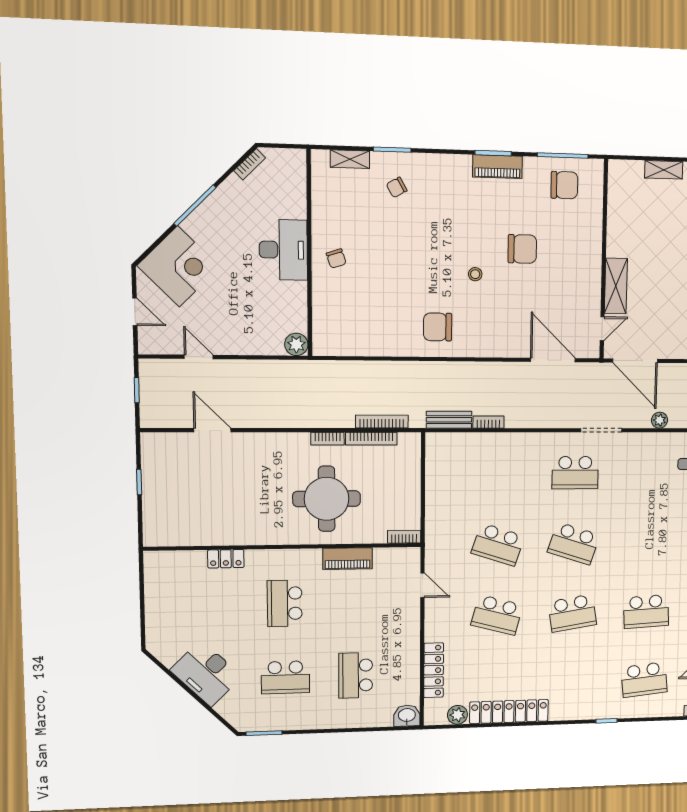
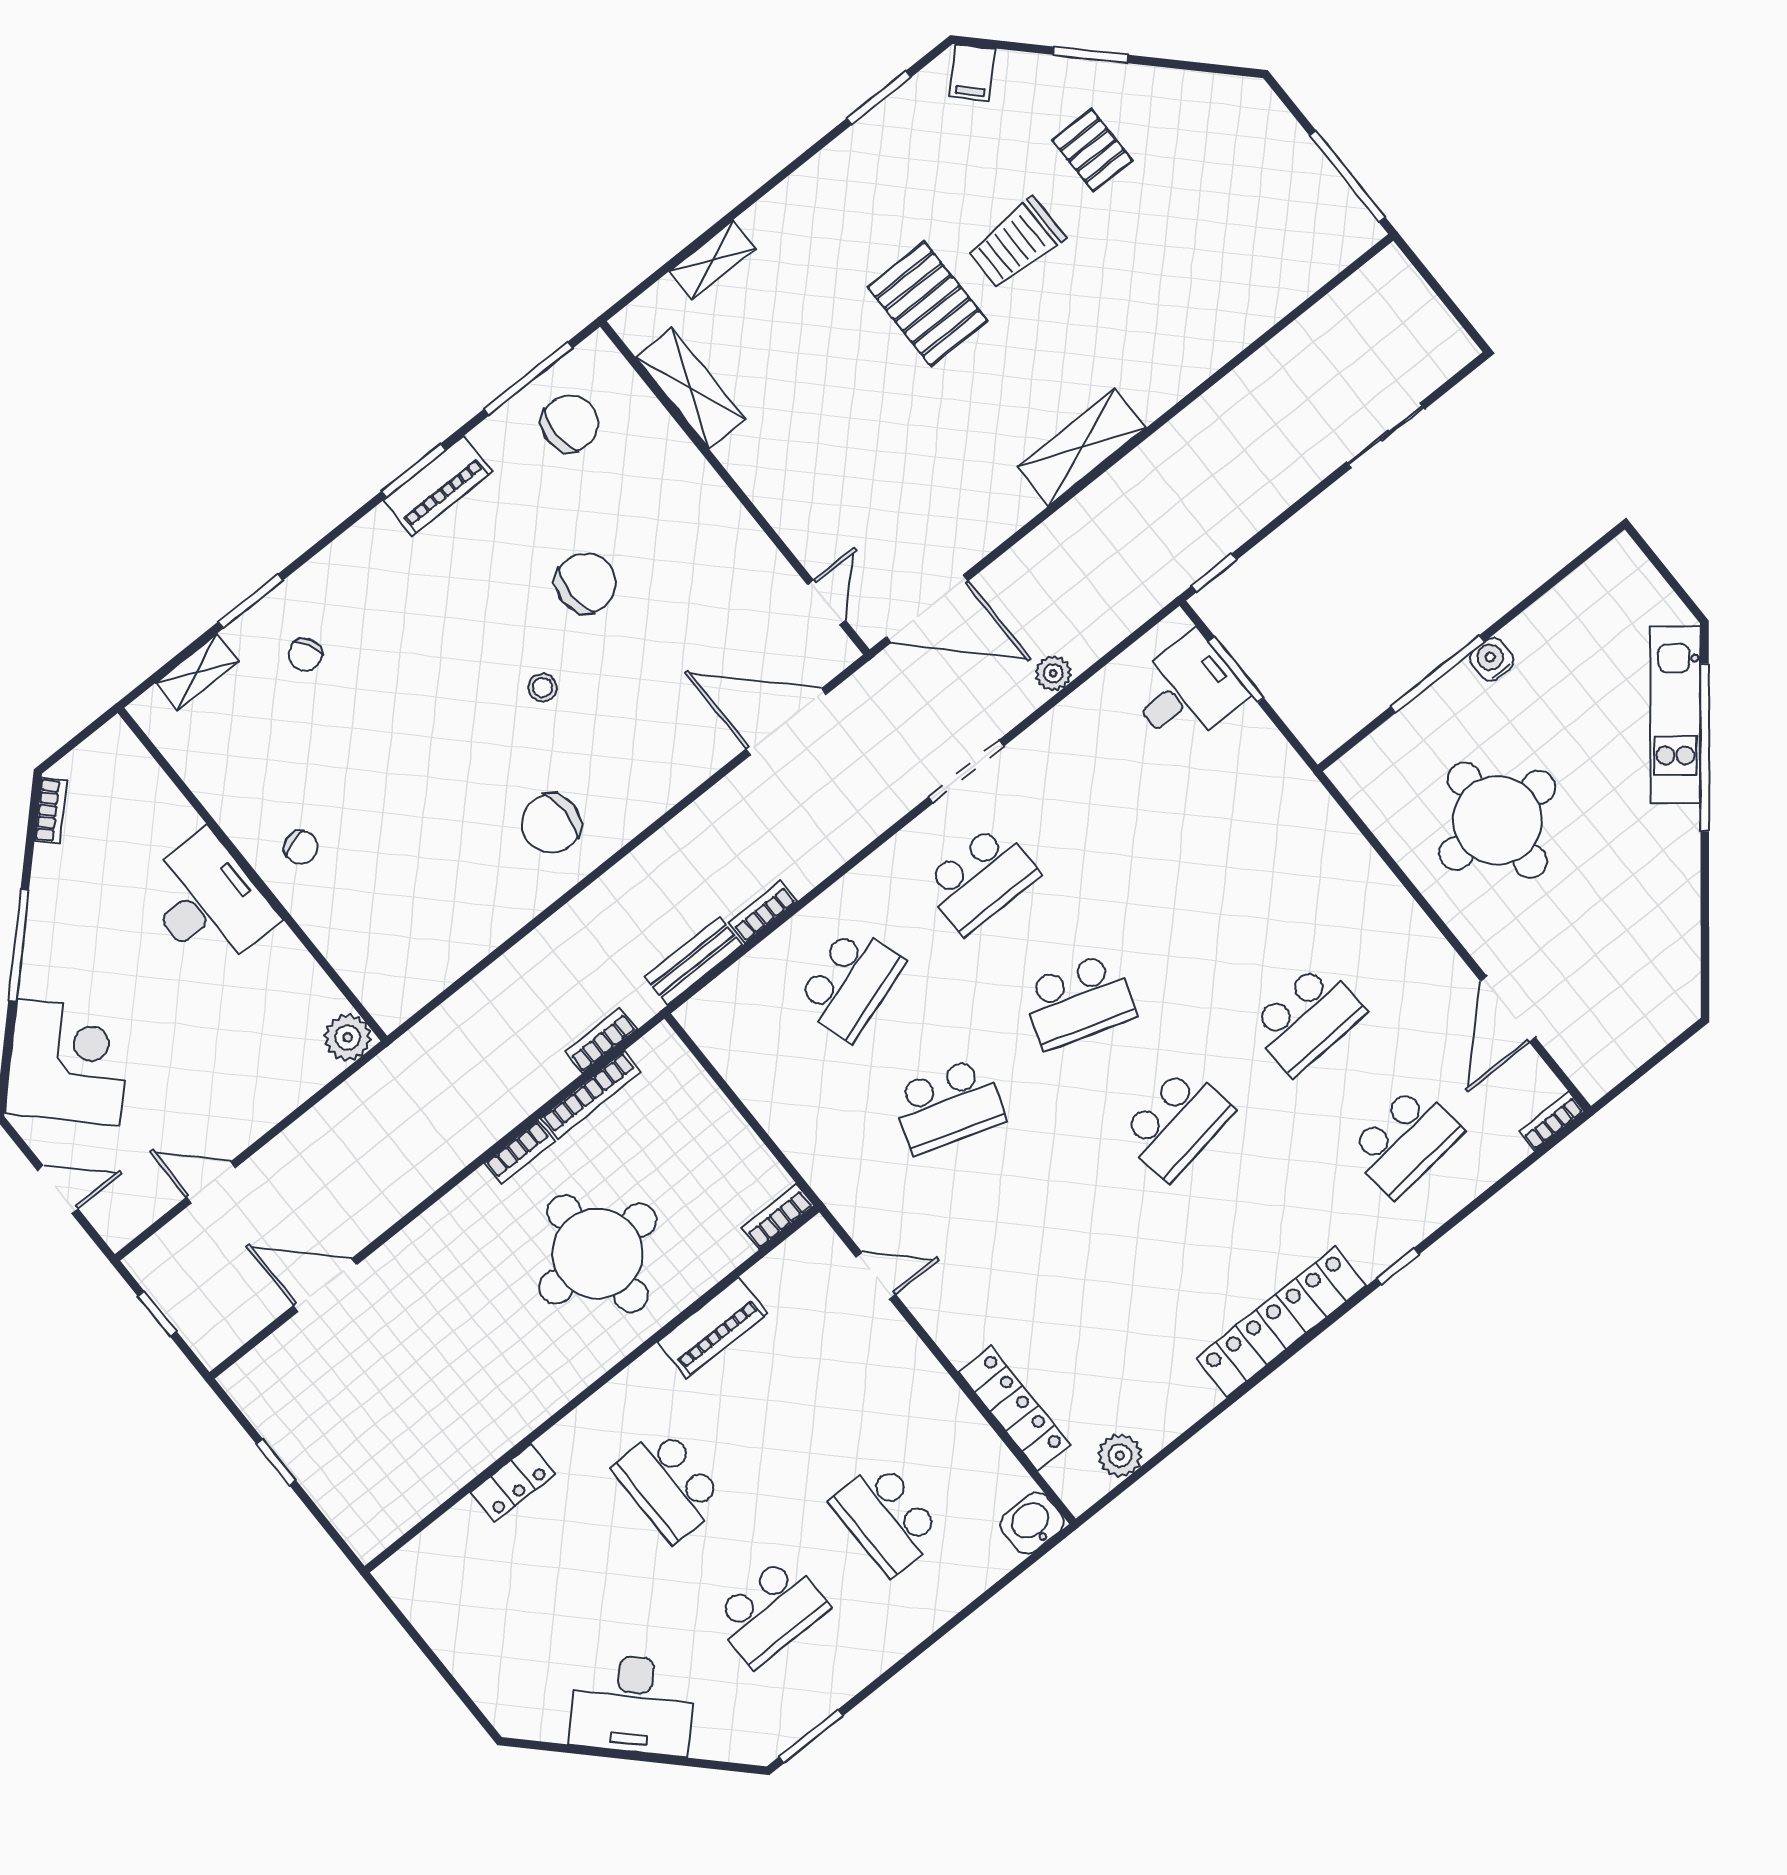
shelving: (616, 286) -> (691, 388), moved
bookcase: (382, 422) -> (601, 1040), width x0.64
school desk: (497, 615) -> (850, 983), moved, turned -33
locker: (509, 712) -> (1281, 1322), moved

